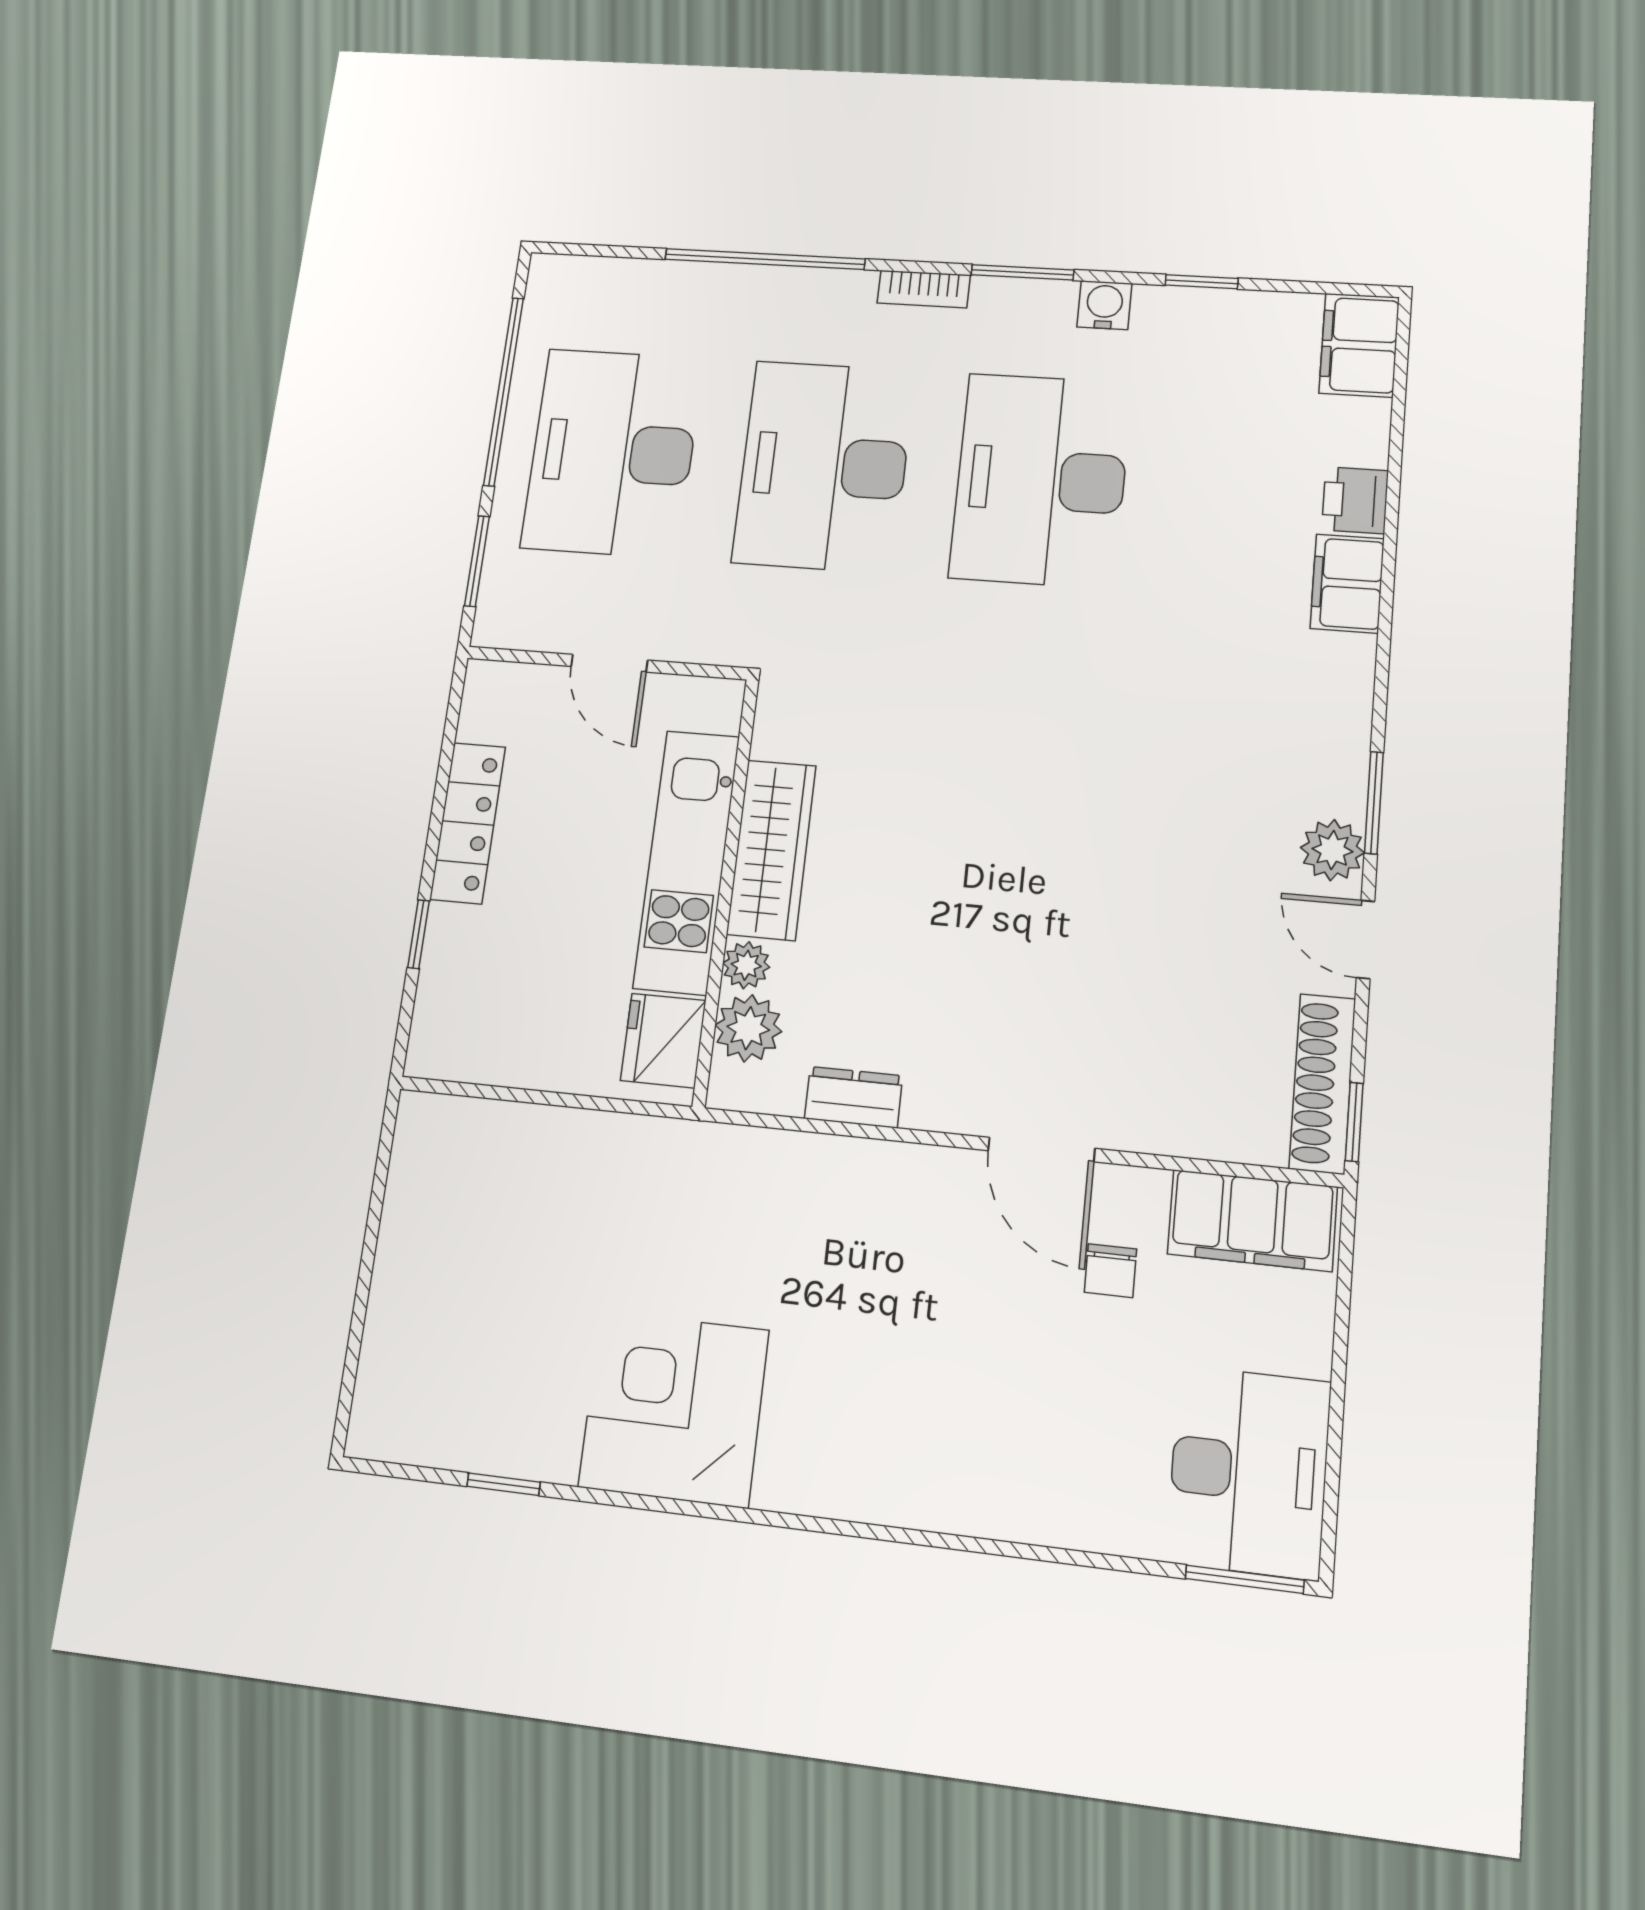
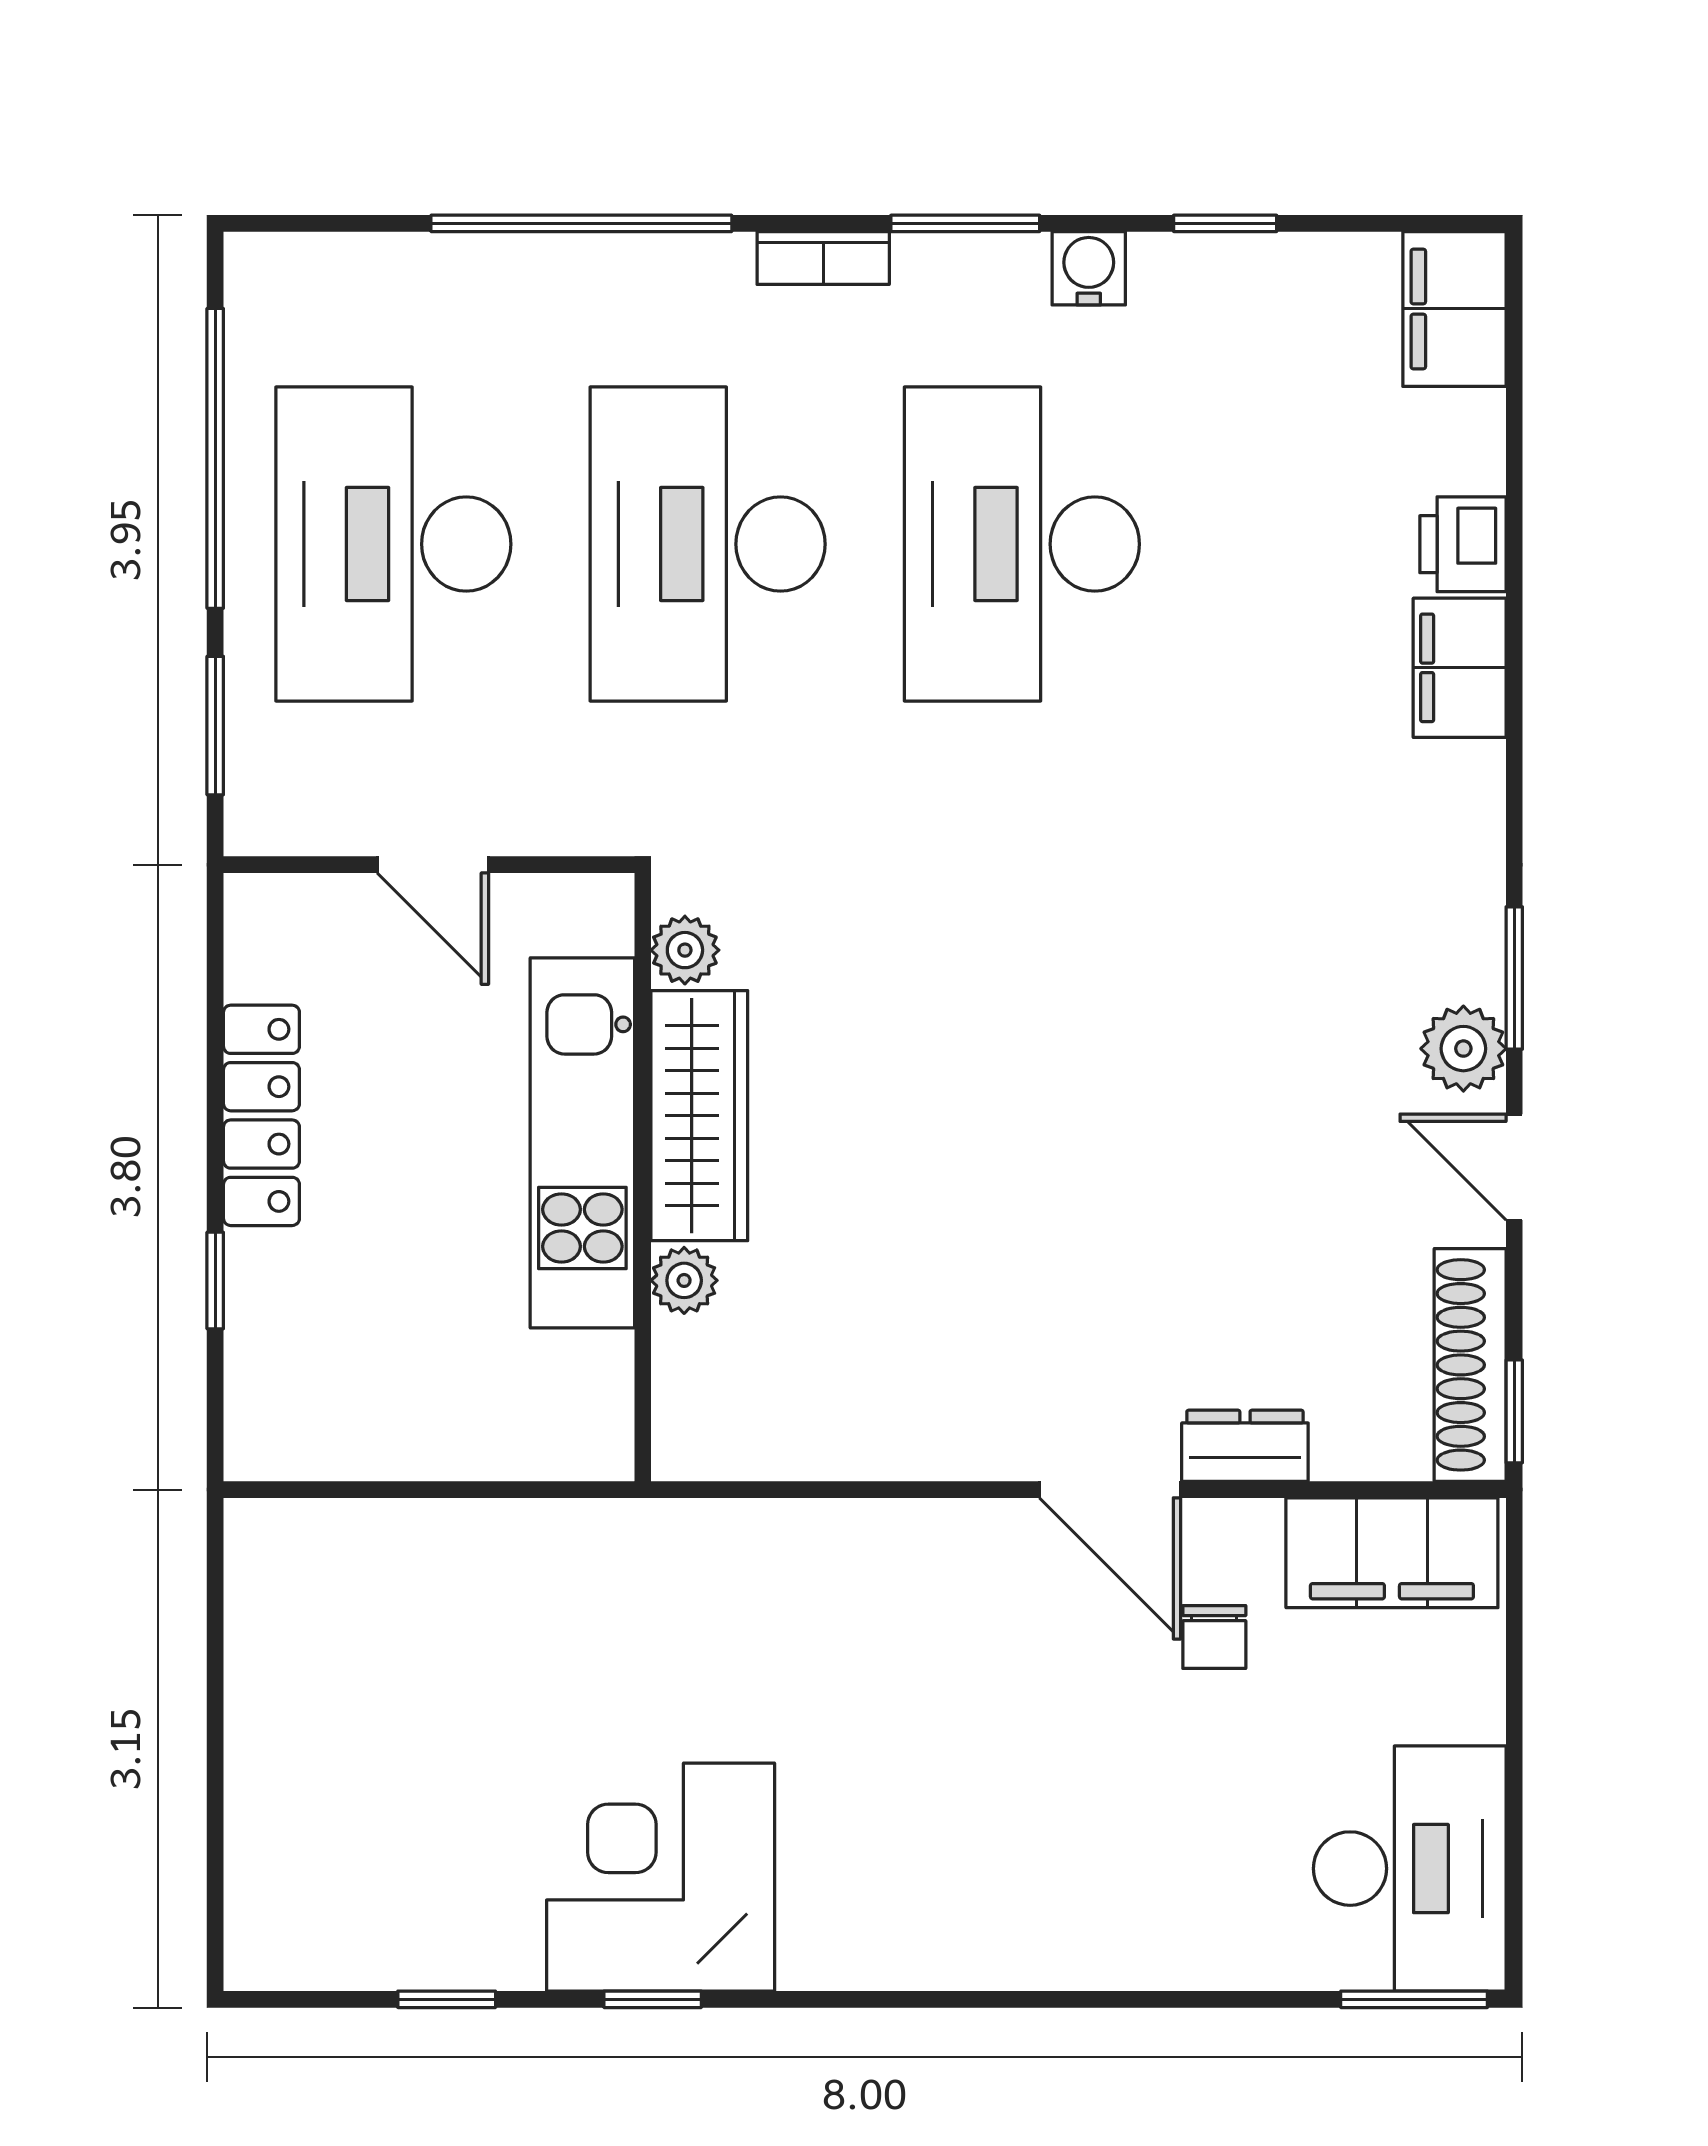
plant: (748, 1028) -> (685, 950), moved, width x0.73, depth x0.73
fridge: (663, 1040) -> (582, 1395), removed
dresser: (854, 1097) -> (1245, 1446), moved
window: (656, 1504) -> (653, 1999), added

